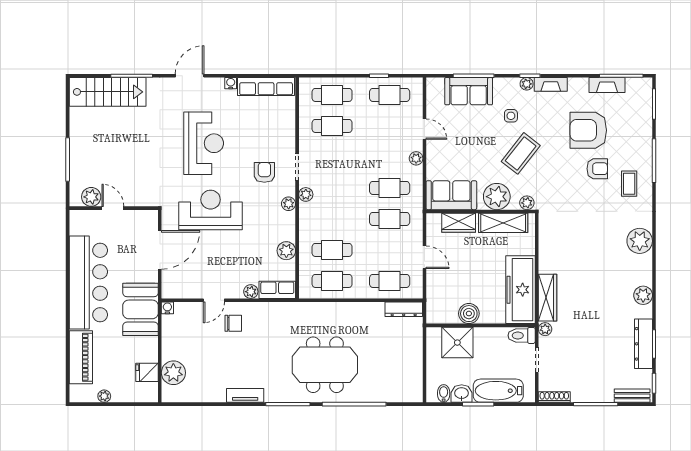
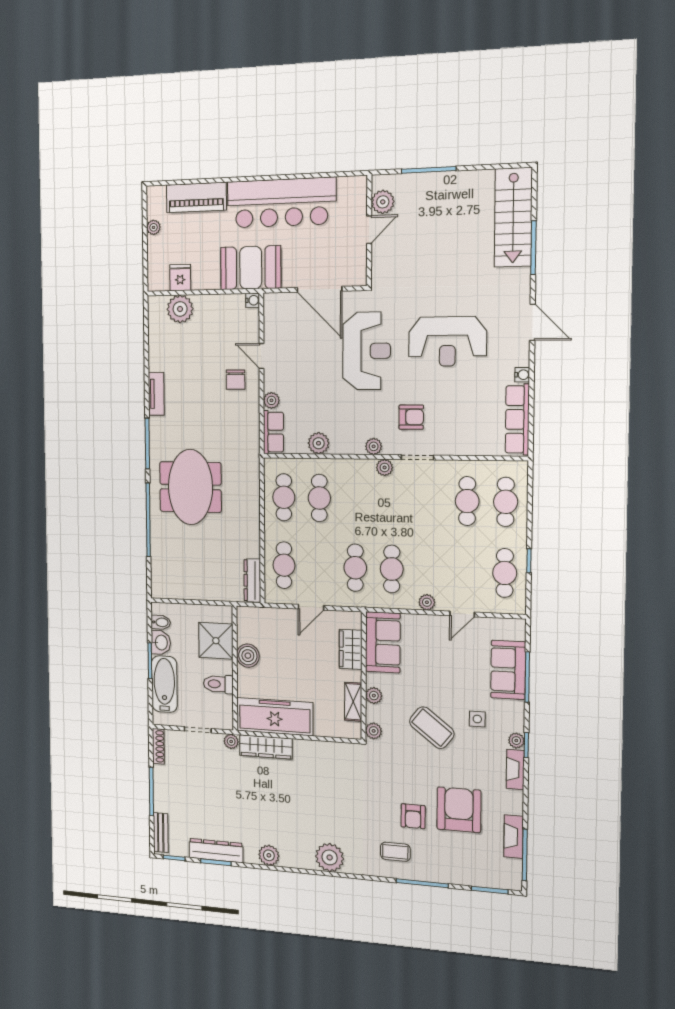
plant: (497, 197) -> (374, 696), width x0.53, depth x0.53
shelving: (503, 223) -> (353, 702), width x0.67, depth x0.75
toilet: (522, 335) -> (218, 684), moved, turned -90

